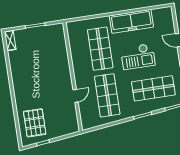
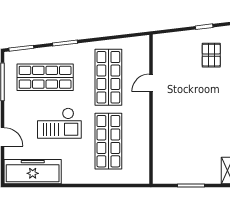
freezer: (131, 21) -> (33, 172), moved
checkout: (138, 56) -> (59, 123), turned 180
pallet: (35, 123) -> (211, 55), width x0.67, depth x0.71

